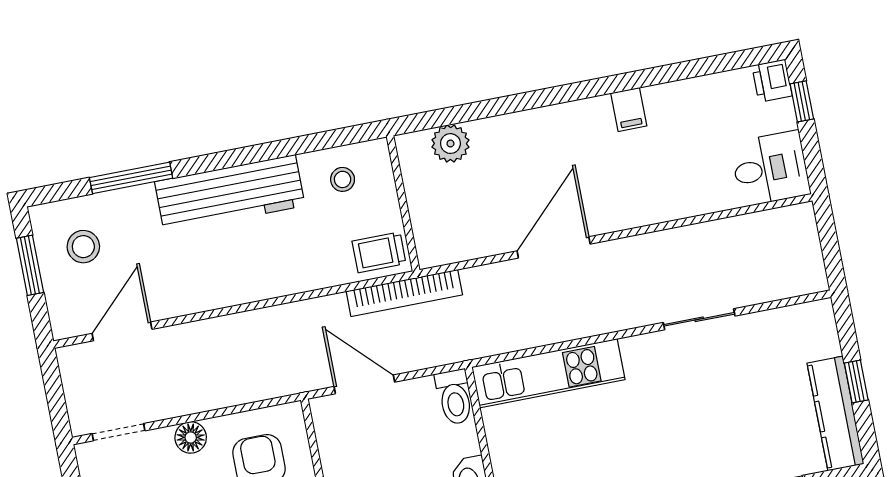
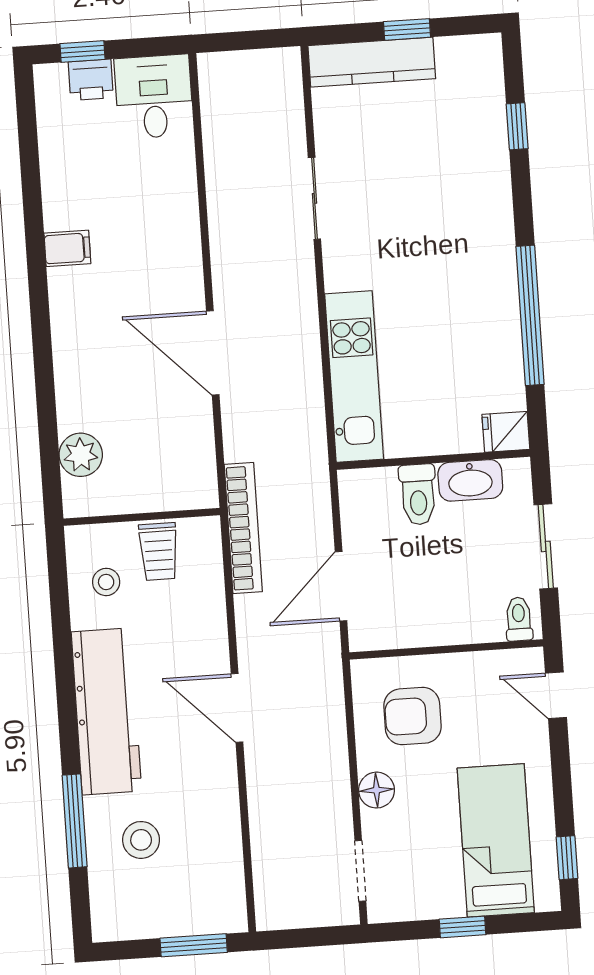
printer: (772, 81) -> (91, 80), moved
stool: (83, 247) -> (141, 840), moved
trolley: (379, 252) -> (159, 552), moved
window: (30, 265) -> (194, 945), moved
door: (122, 331) -> (237, 708), moved
toilet: (454, 397) -> (418, 494), moved, turned 90
kitchen counter: (835, 414) -> (372, 62), moved

